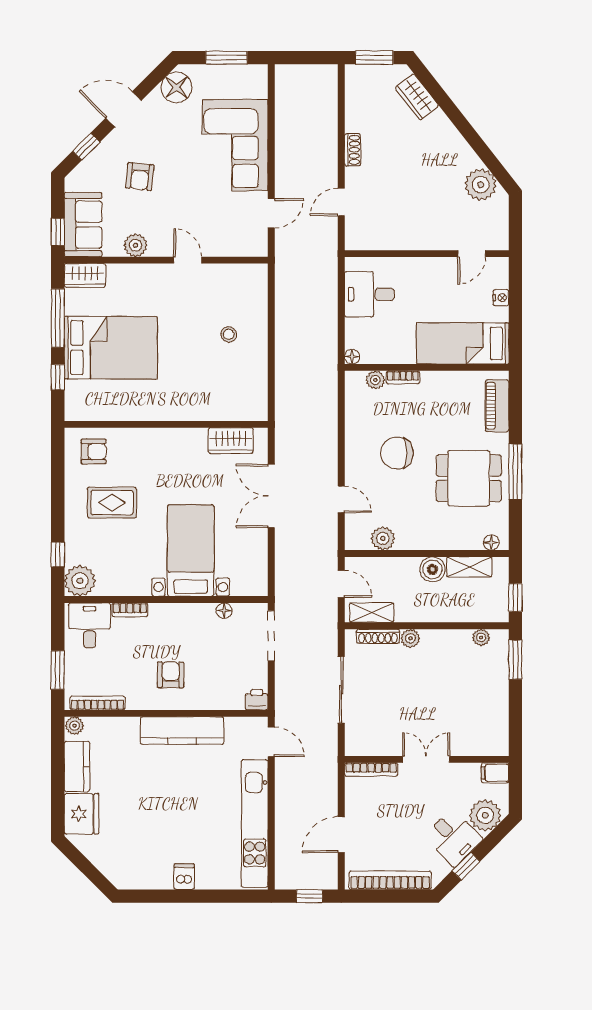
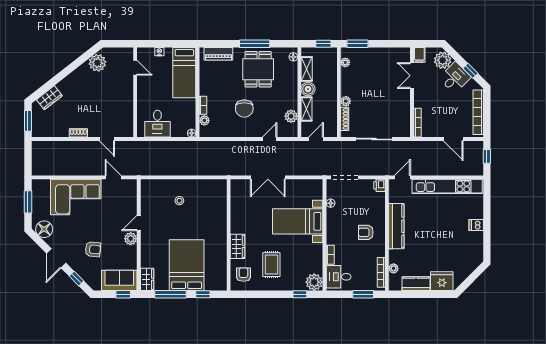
plant: (135, 245) -> (131, 239), moved
wardrobe: (231, 441) -> (238, 246), moved
shelving: (372, 613) -> (307, 109), moved
plant: (75, 726) -> (394, 268), moved
double door: (426, 759) -> (412, 76), moved

